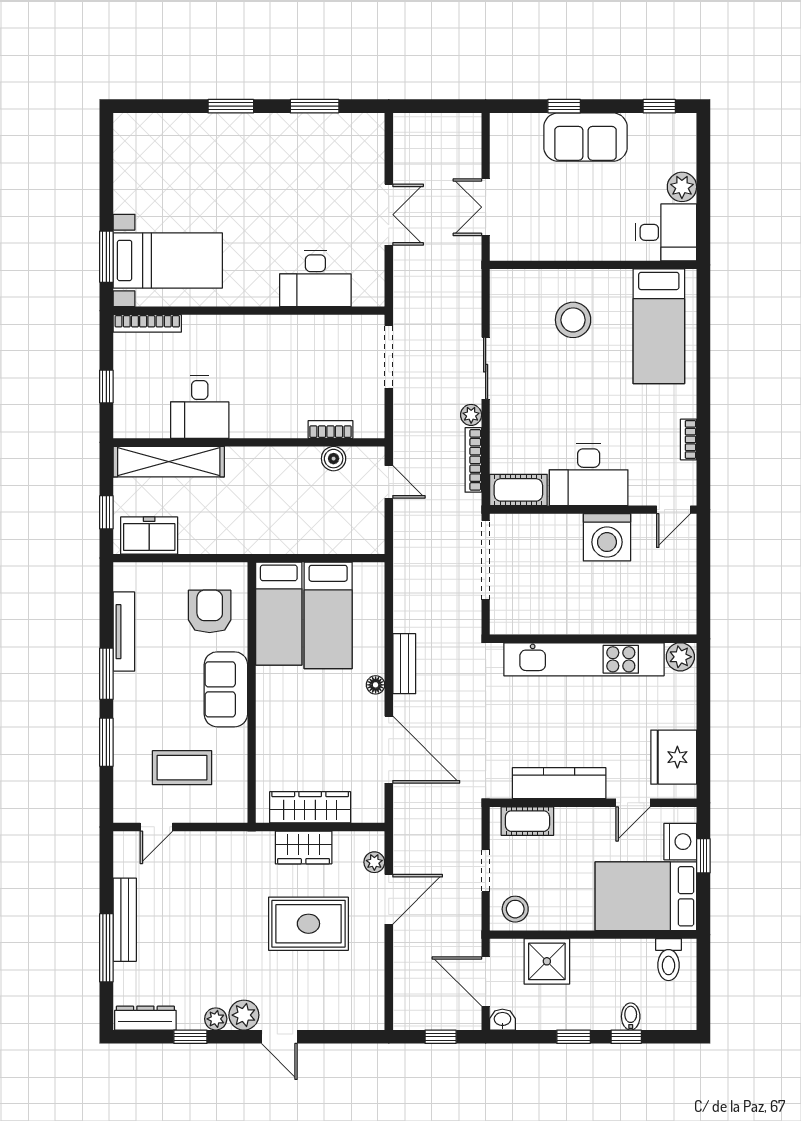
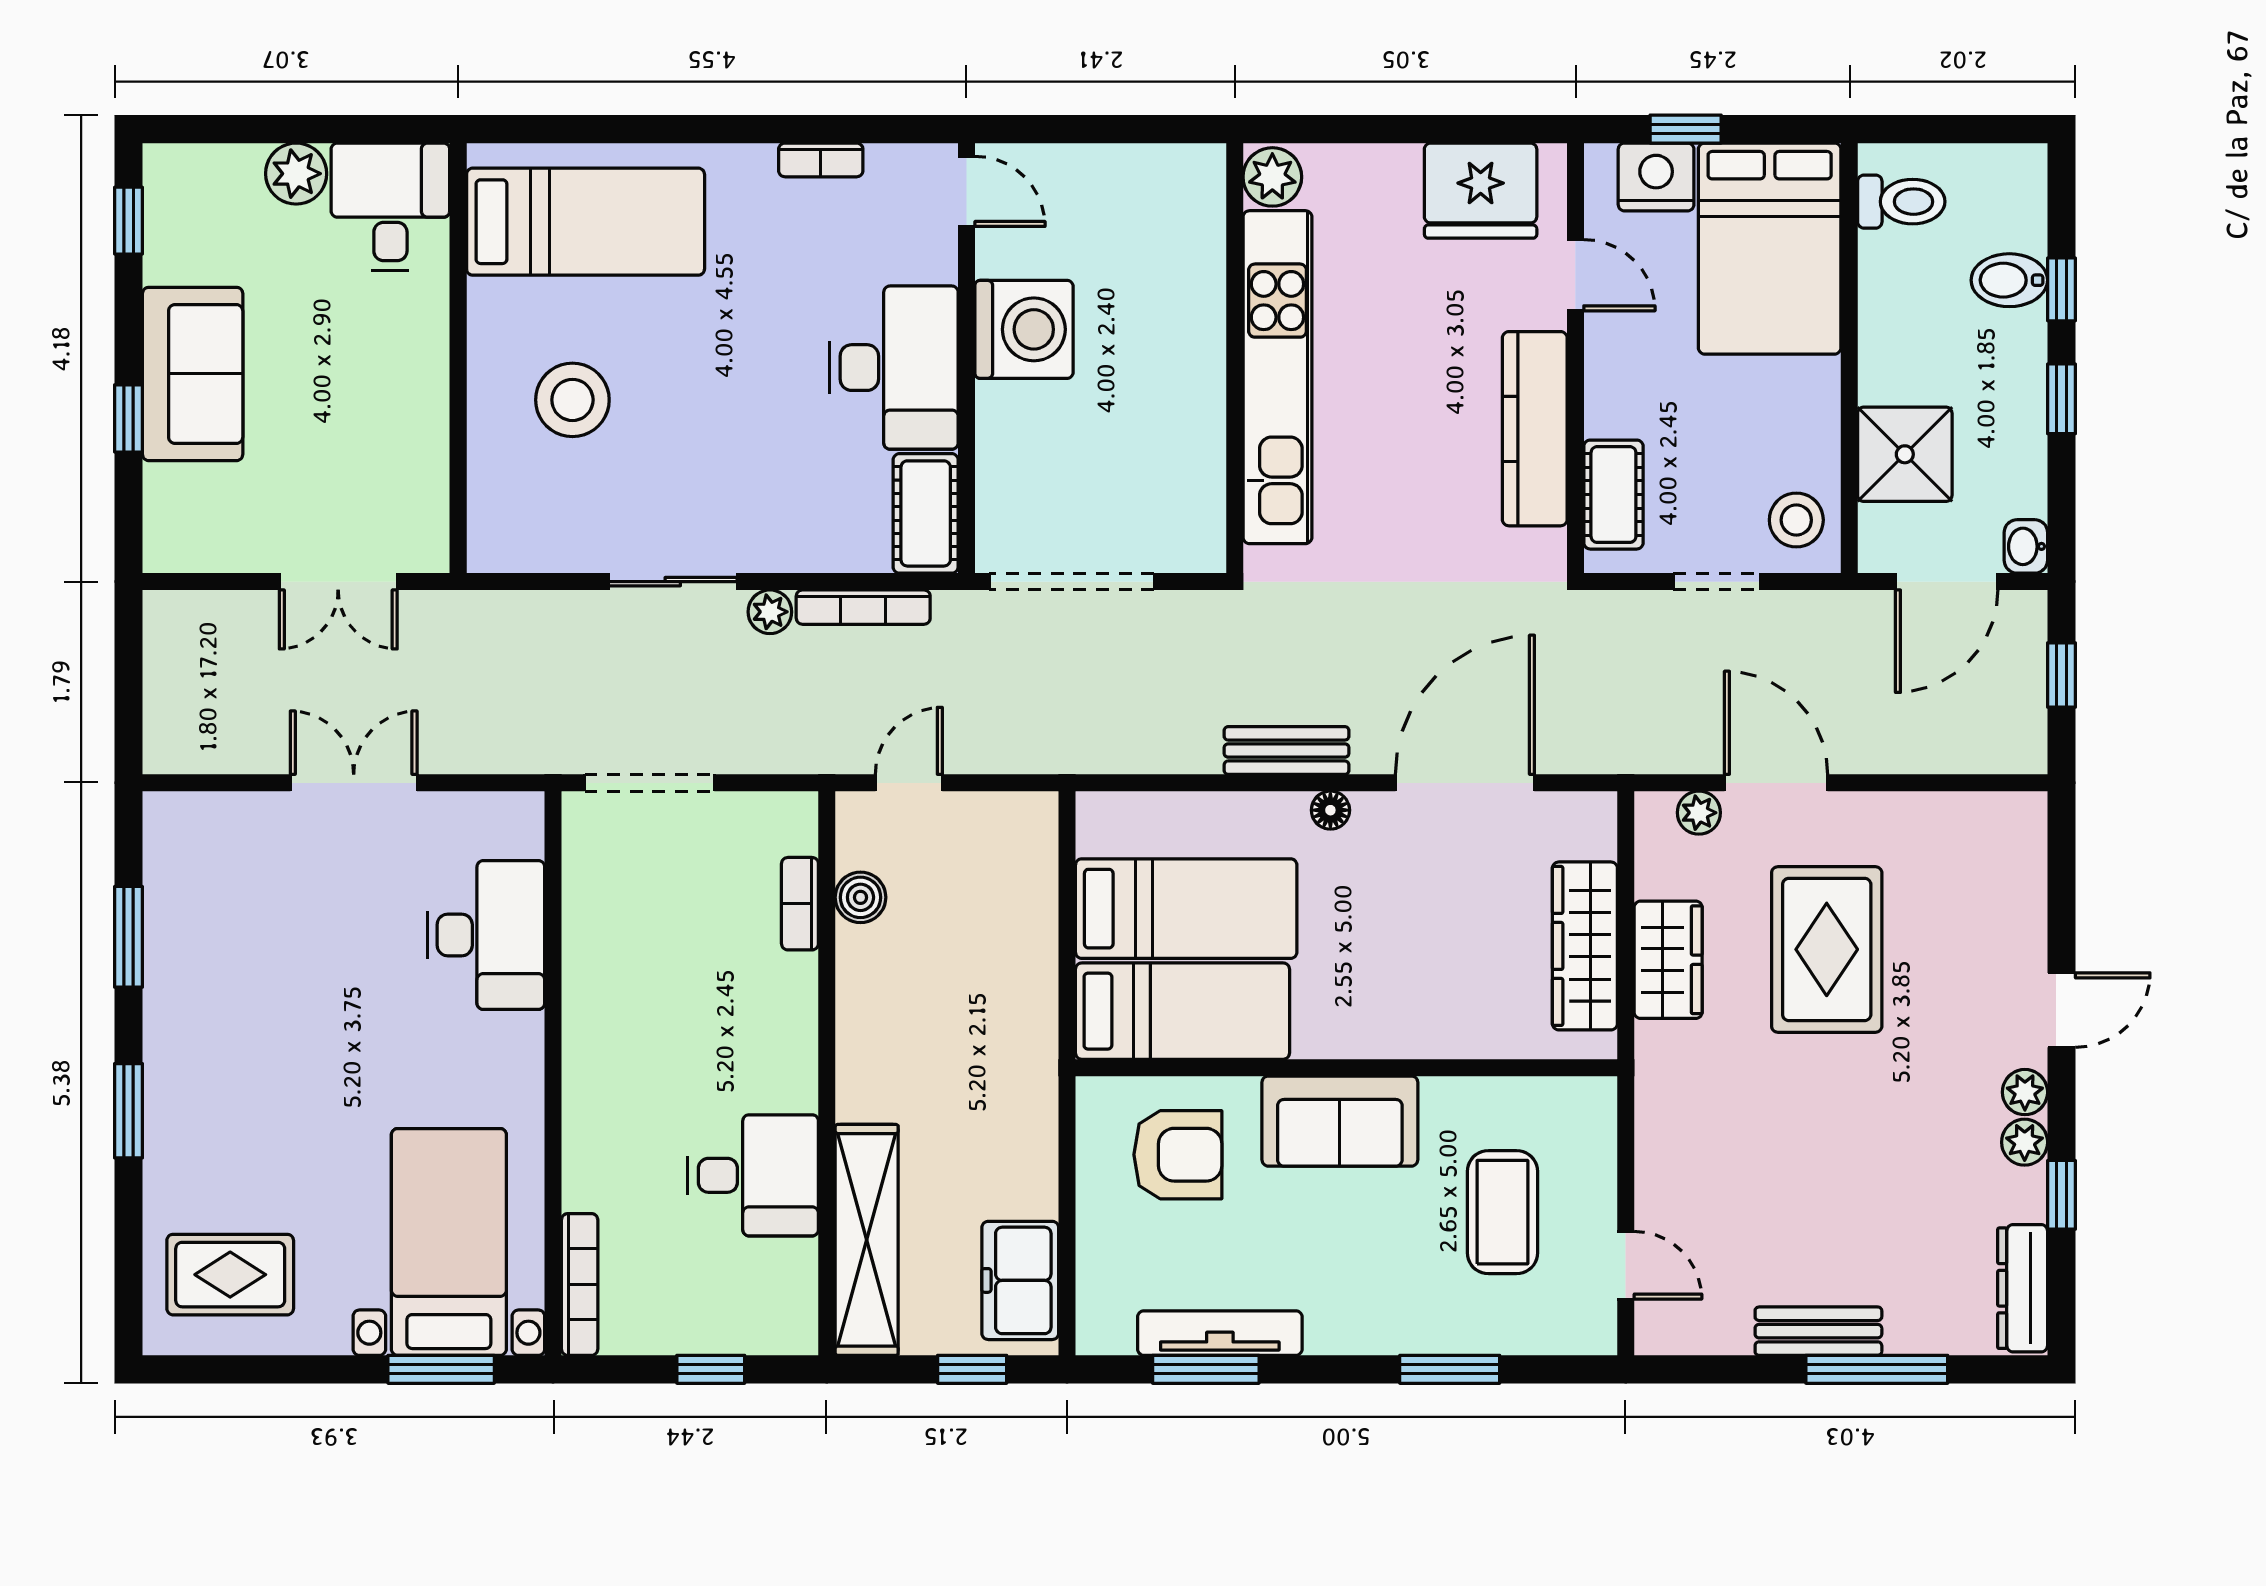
rug: (152, 155) -> (230, 1275), added
armchair: (210, 611) -> (1178, 1155), turned 180
window: (106, 674) -> (1206, 1369), moved
bench: (125, 920) -> (1818, 1331), width x0.73
plant: (244, 1015) -> (2025, 1092), width x0.73, depth x0.73
bidet: (631, 1016) -> (2009, 280), width x1.38, depth x1.36

